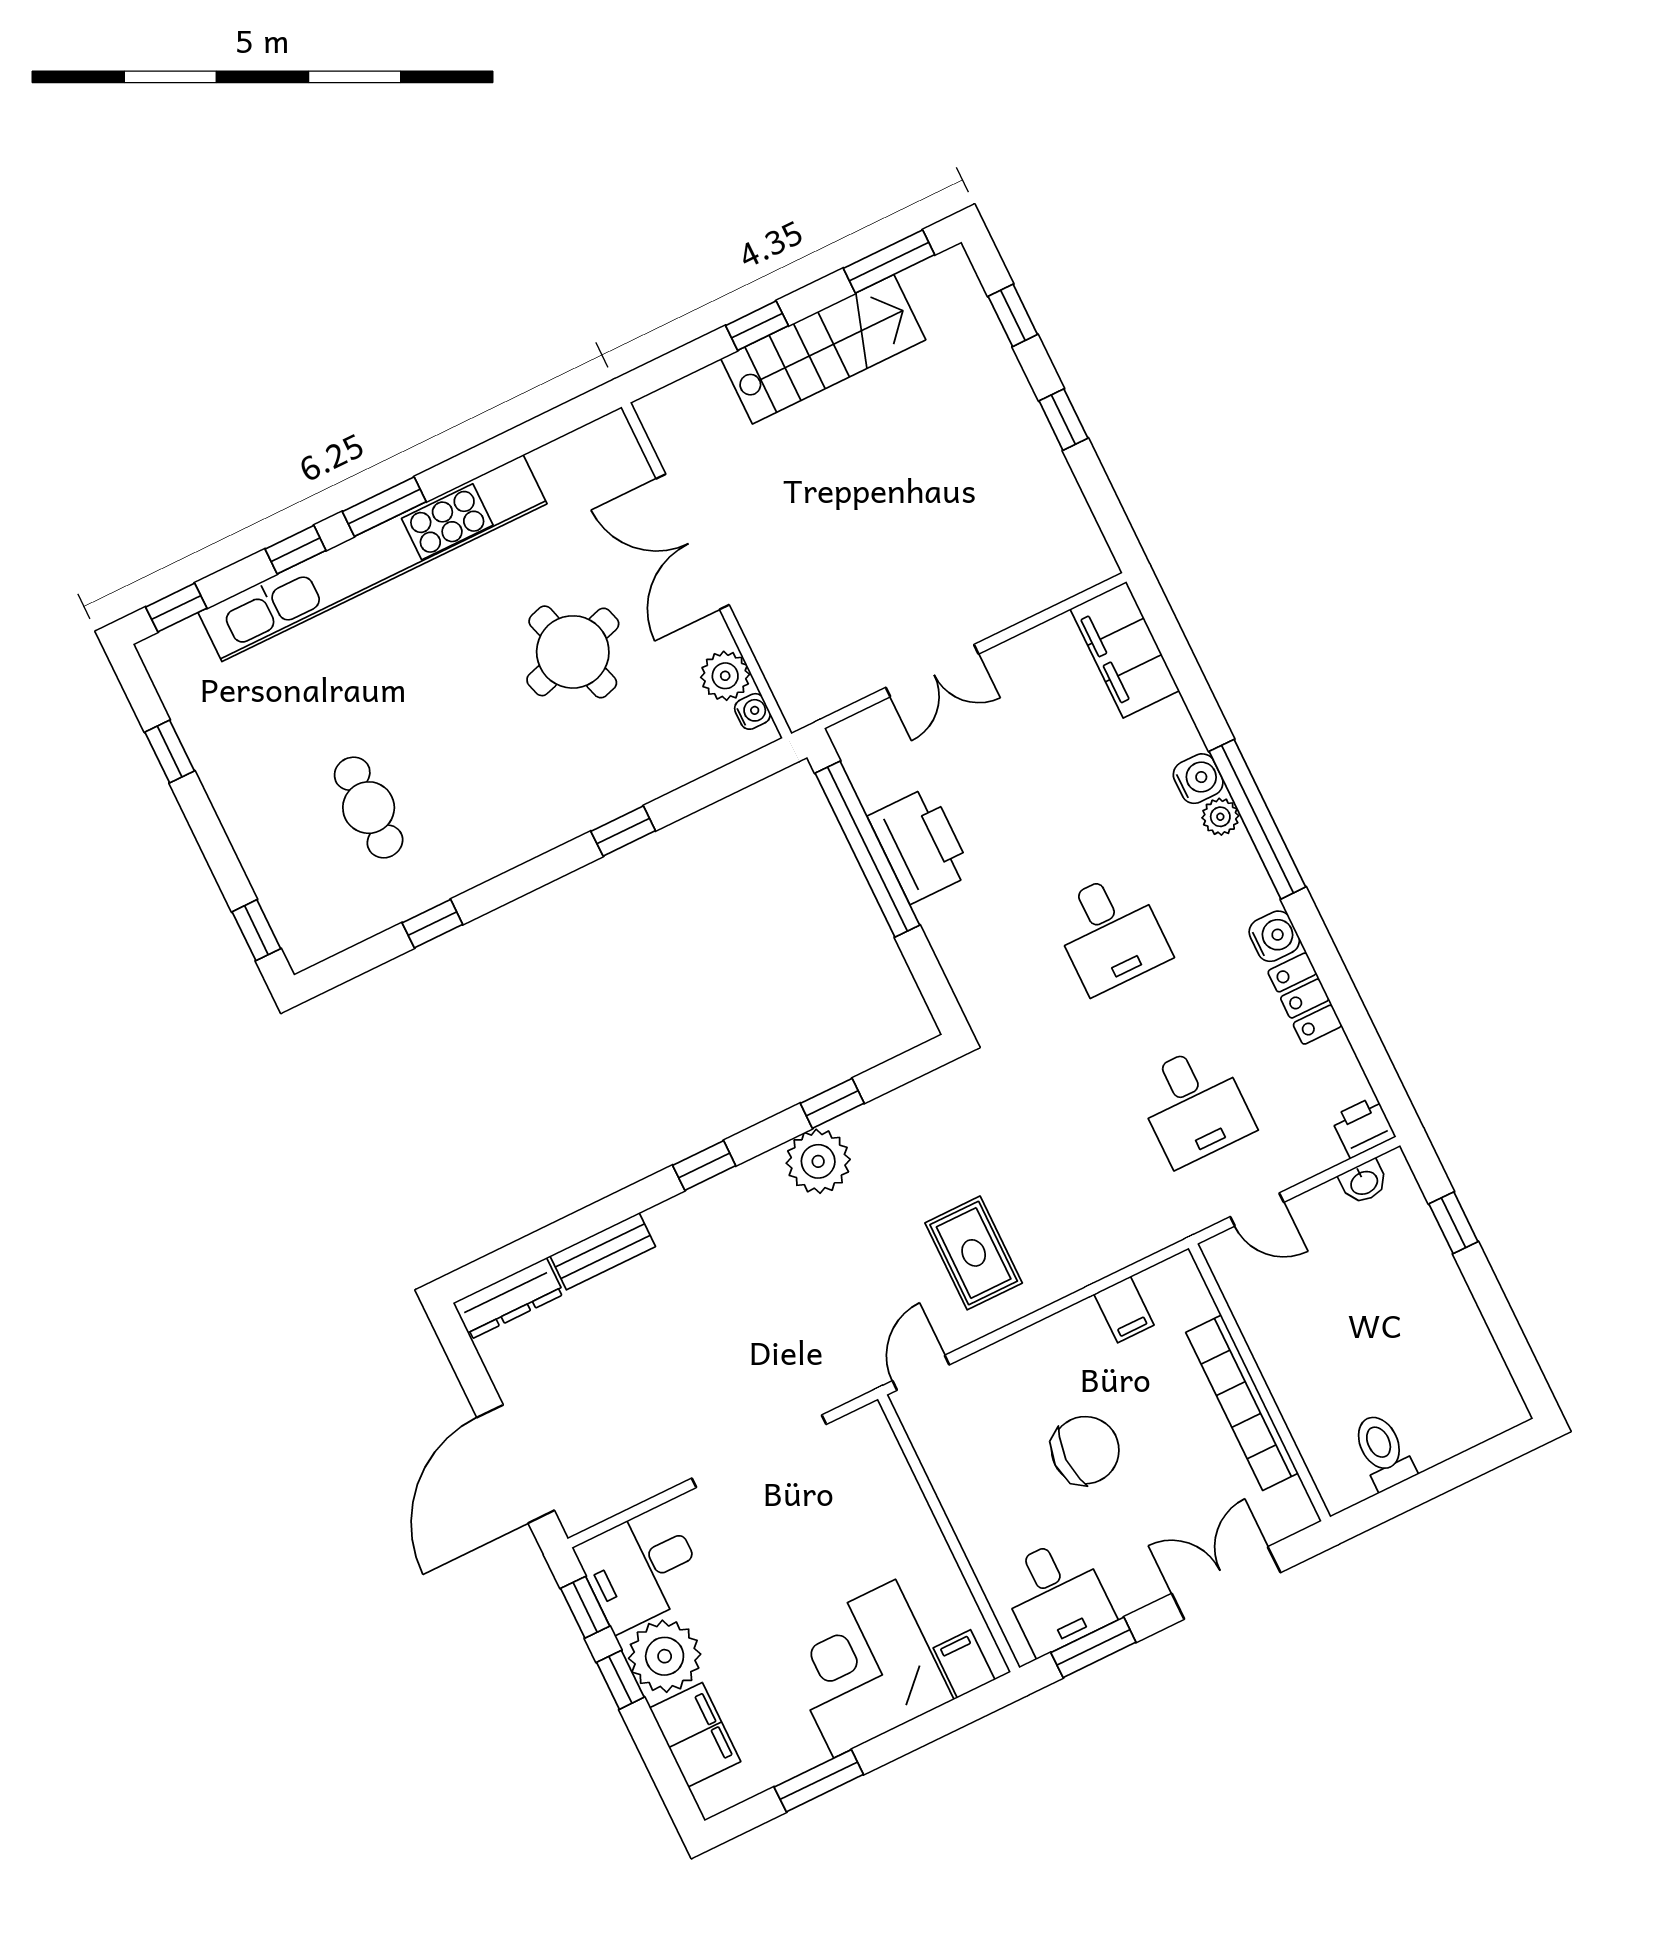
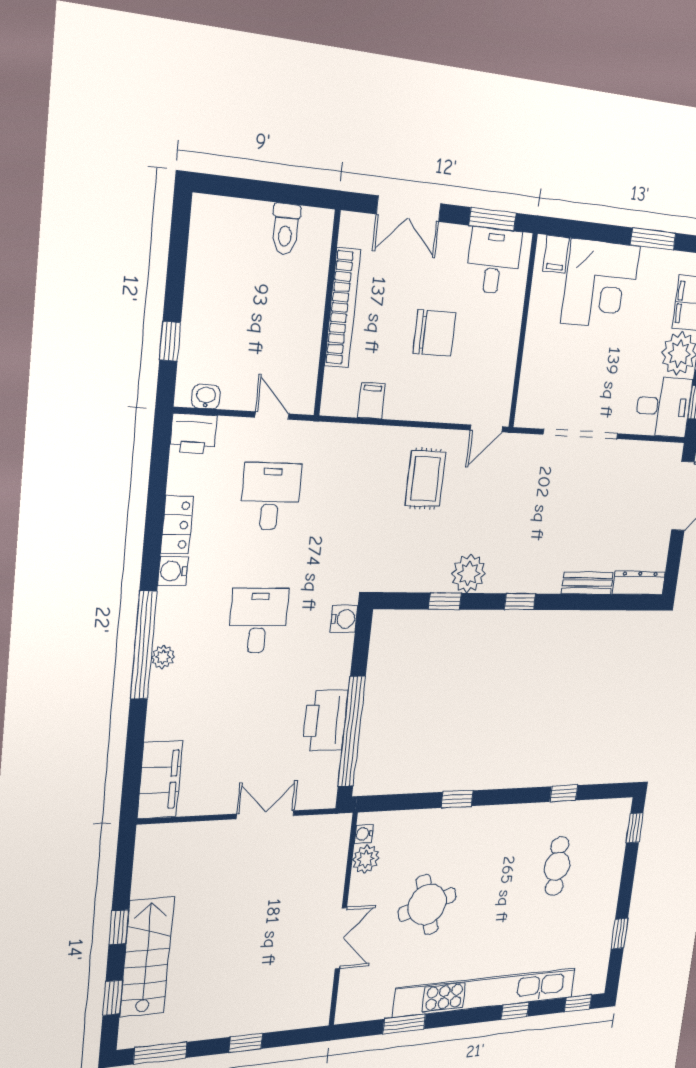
stairs: (823, 349) -> (147, 957), moved, turned 90
window: (384, 507) -> (404, 1024), moved
double door: (693, 542) -> (341, 938), width x0.73
water cooler: (1198, 779) -> (344, 619), moved, turned 180
printer: (1363, 1127) -> (193, 434), width x1.36, depth x1.24
chair: (1085, 1450) -> (434, 333), turned 180

